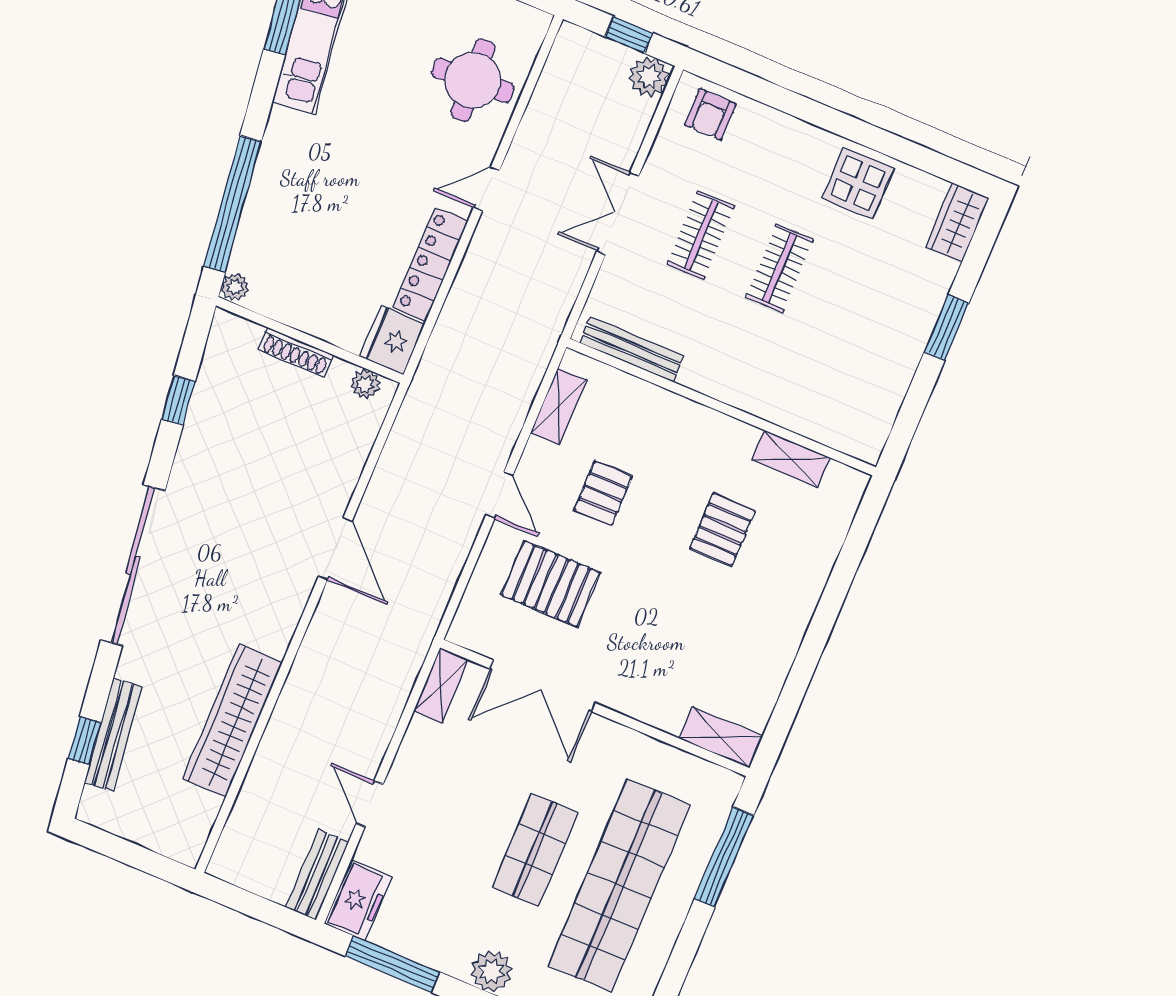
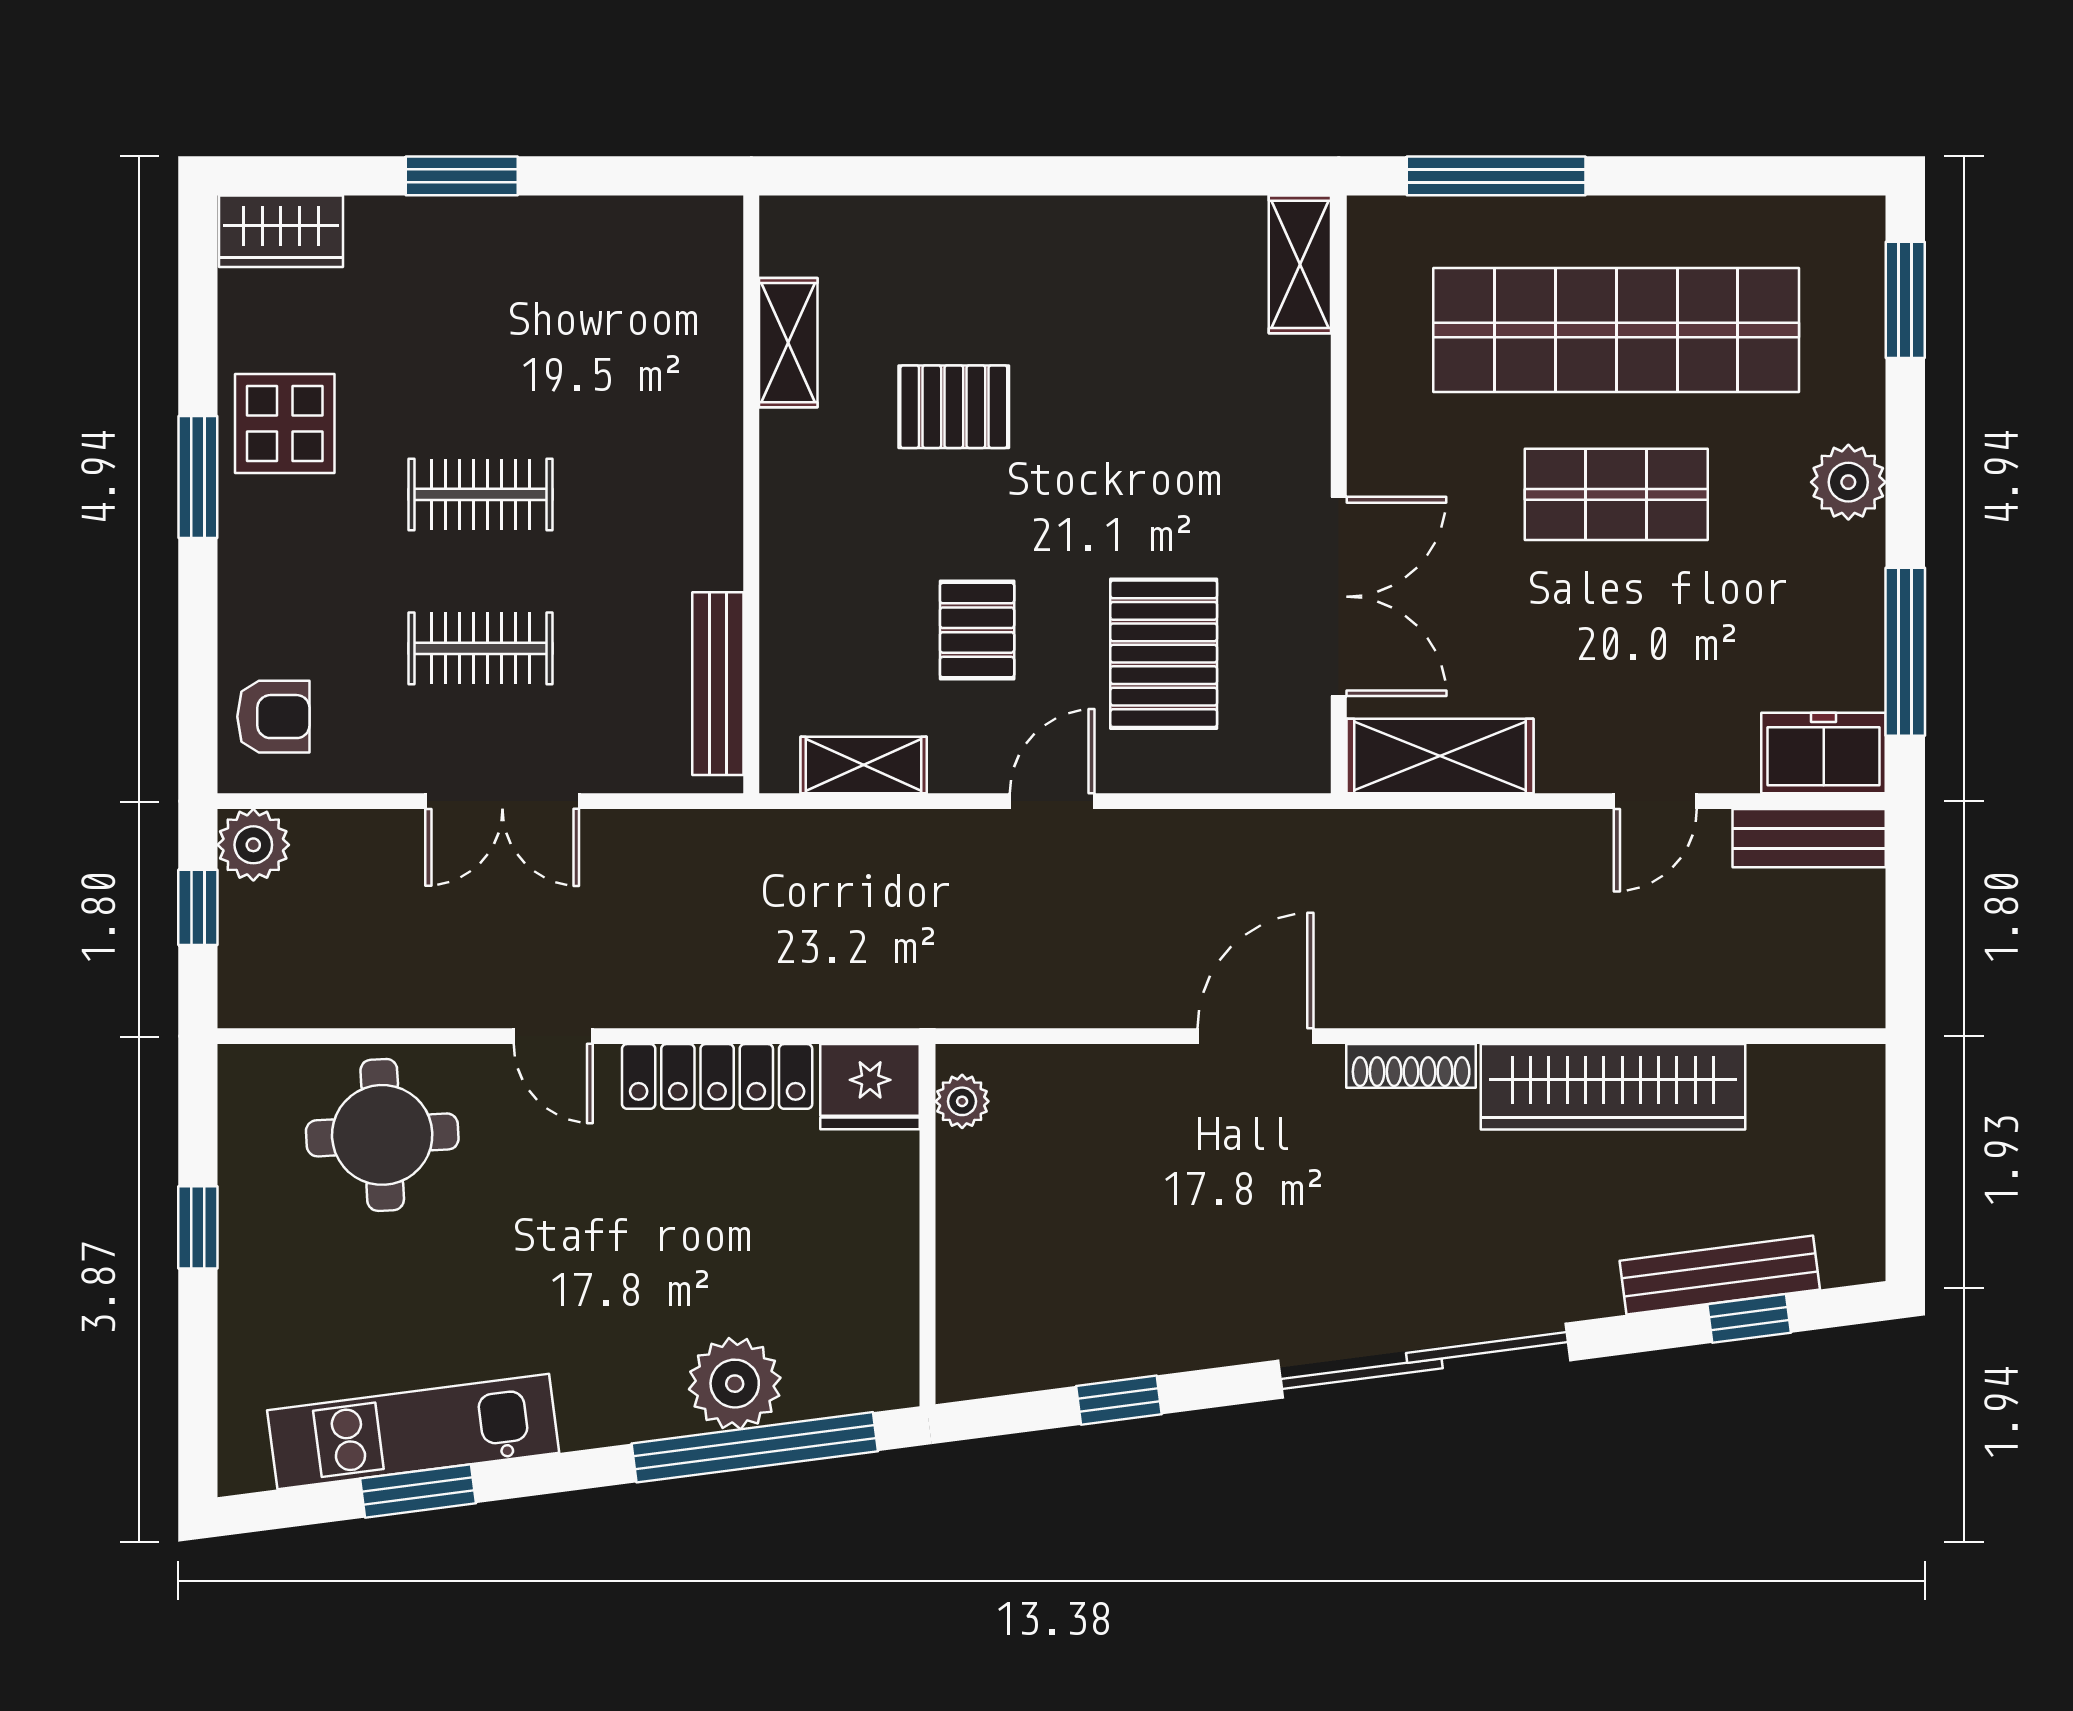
window: (849, 127) -> (198, 477), added
plant: (235, 287) -> (735, 1384), moved, width x1.87, depth x1.87
shoe rack: (296, 352) -> (1411, 1066), moved, turned 90
pallet: (603, 493) -> (977, 630), turned 90
shelving: (441, 685) -> (1440, 756), width x1.50, depth x1.33

